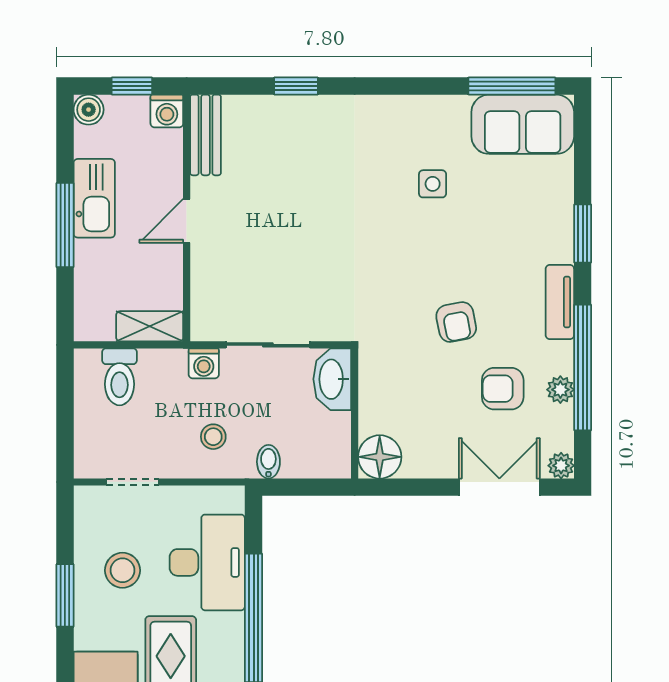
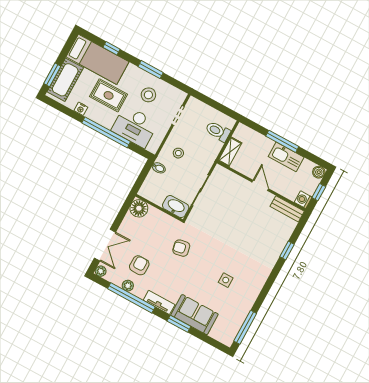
sofa: (523, 124) -> (194, 315), moved, turned 90
armchair: (456, 322) -> (181, 248), moved
washing machine: (204, 363) -> (206, 164), removed

